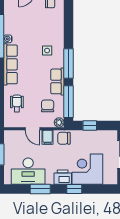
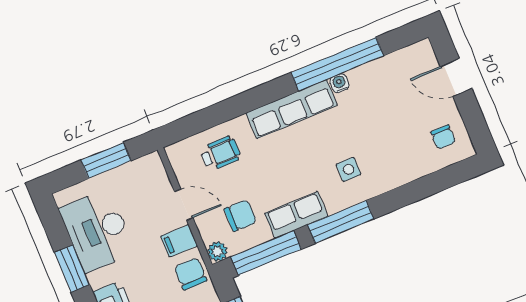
door: (33, 129) -> (184, 205), swing flipped

